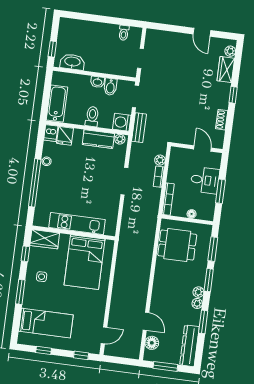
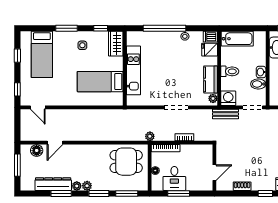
plant: (160, 160) -> (150, 136), moved
desk: (205, 180) -> (174, 178), moved
dining table: (177, 245) -> (126, 162), turned 90
bed: (85, 262) -> (100, 82), width x0.67
dresser: (189, 346) -> (53, 184), moved

